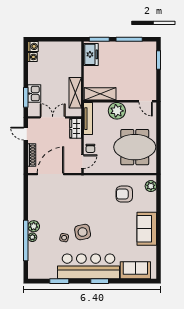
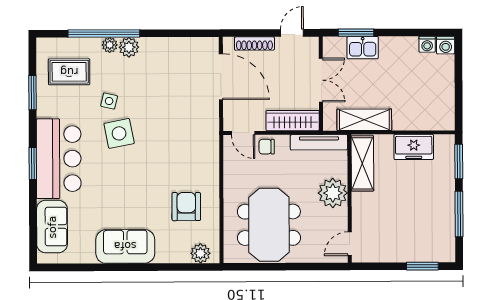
freezer: (91, 54) -> (414, 147), moved
wardrobe: (76, 128) -> (293, 121), width x1.50
rug: (47, 260) -> (69, 72), added
bar counter: (89, 266) -> (59, 159), width x0.73

